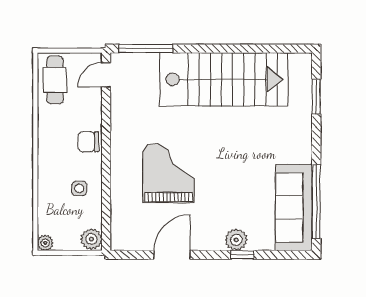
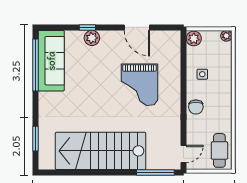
chair: (88, 142) -> (196, 107), turned 90
door: (172, 255) -> (137, 27), hinge flipped

